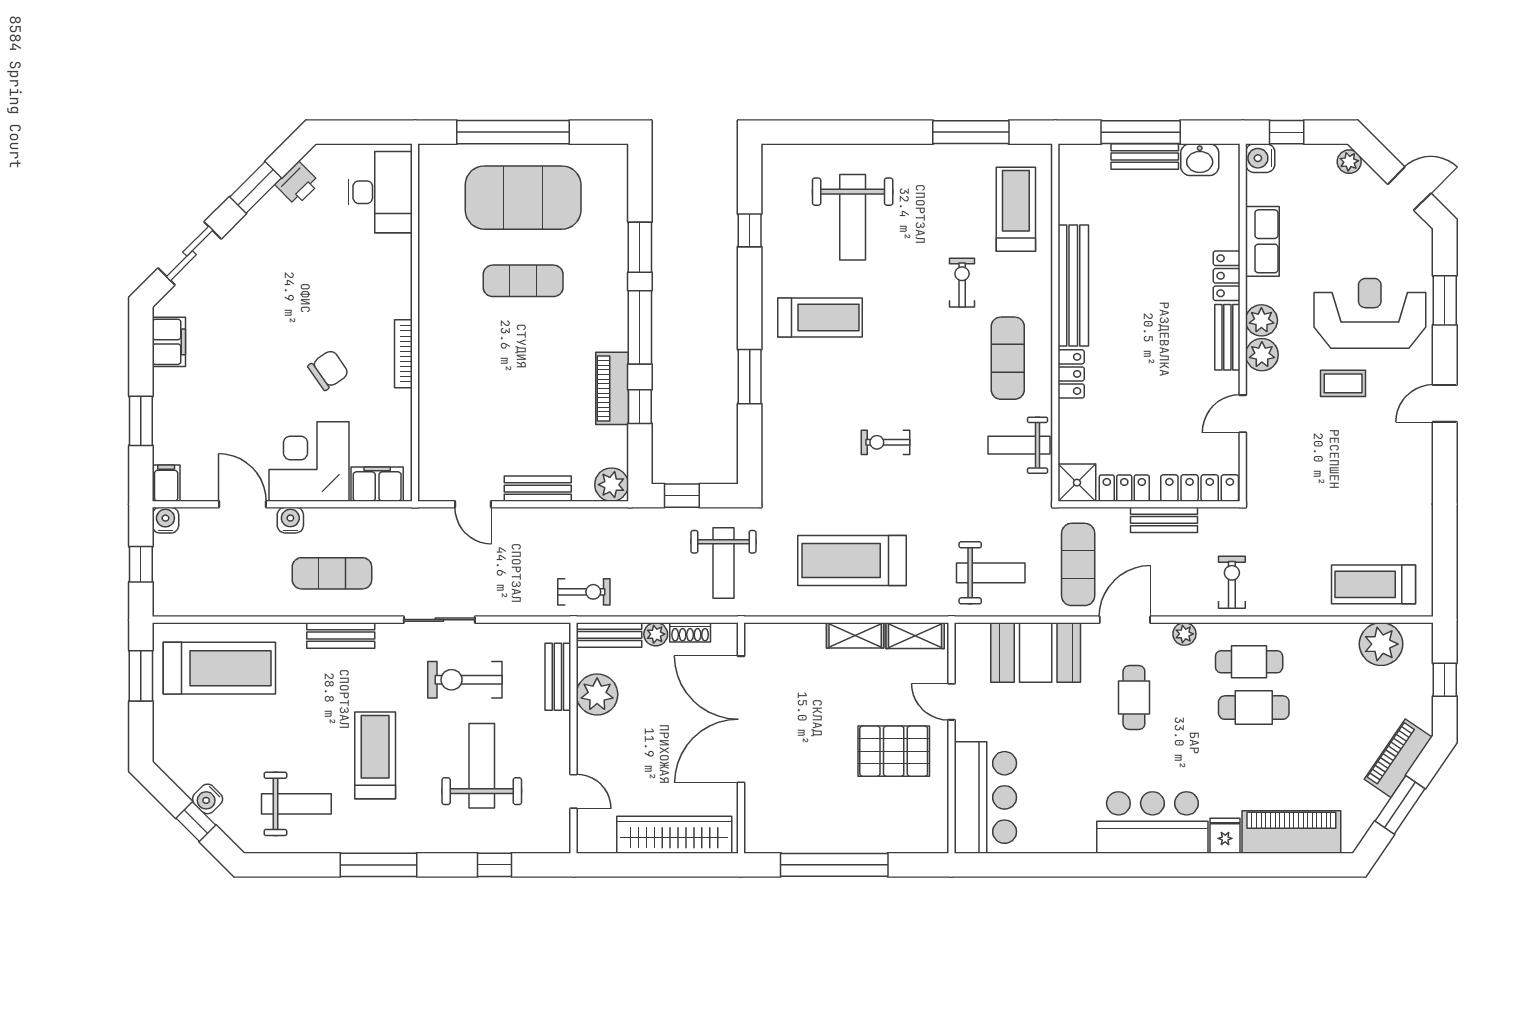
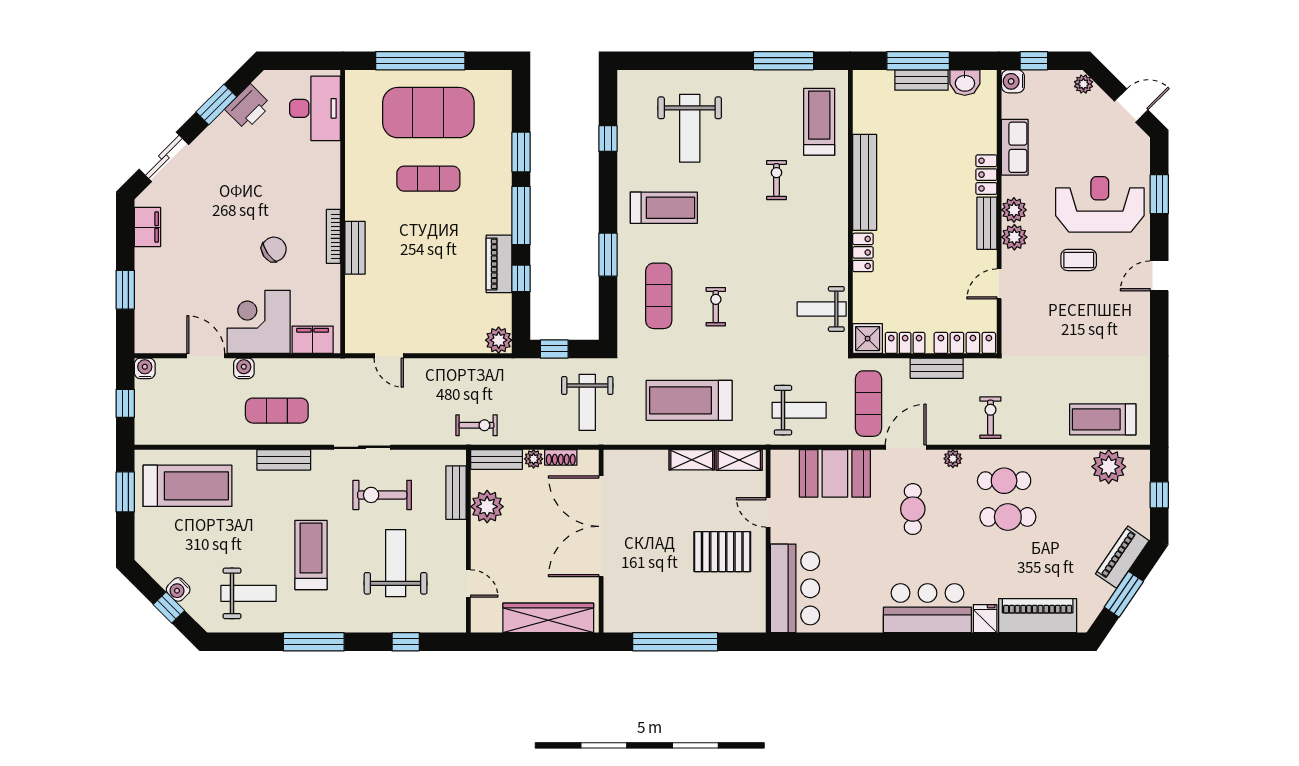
printer: (297, 184) -> (248, 107), width x1.36, depth x1.24
exercise mat: (1008, 358) -> (659, 296), moved
exercise bike: (886, 442) -> (716, 307), turned 90
filing cabinet: (166, 483) -> (145, 339), removed
bench: (538, 489) -> (355, 248), moved, turned 90

